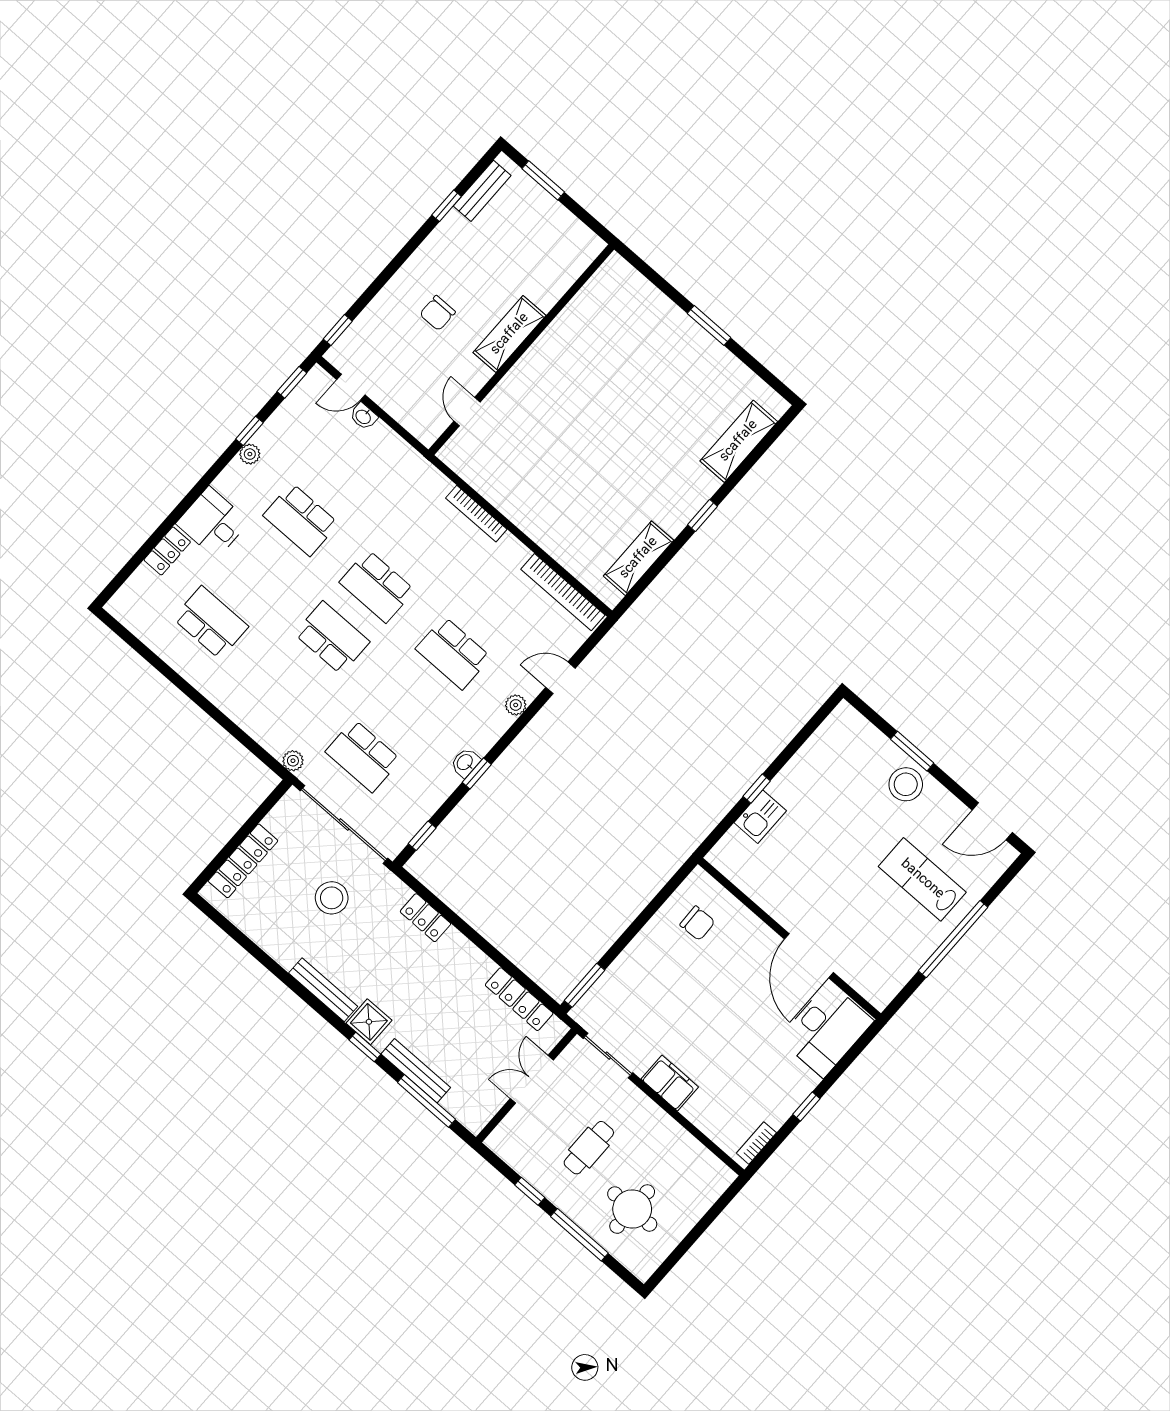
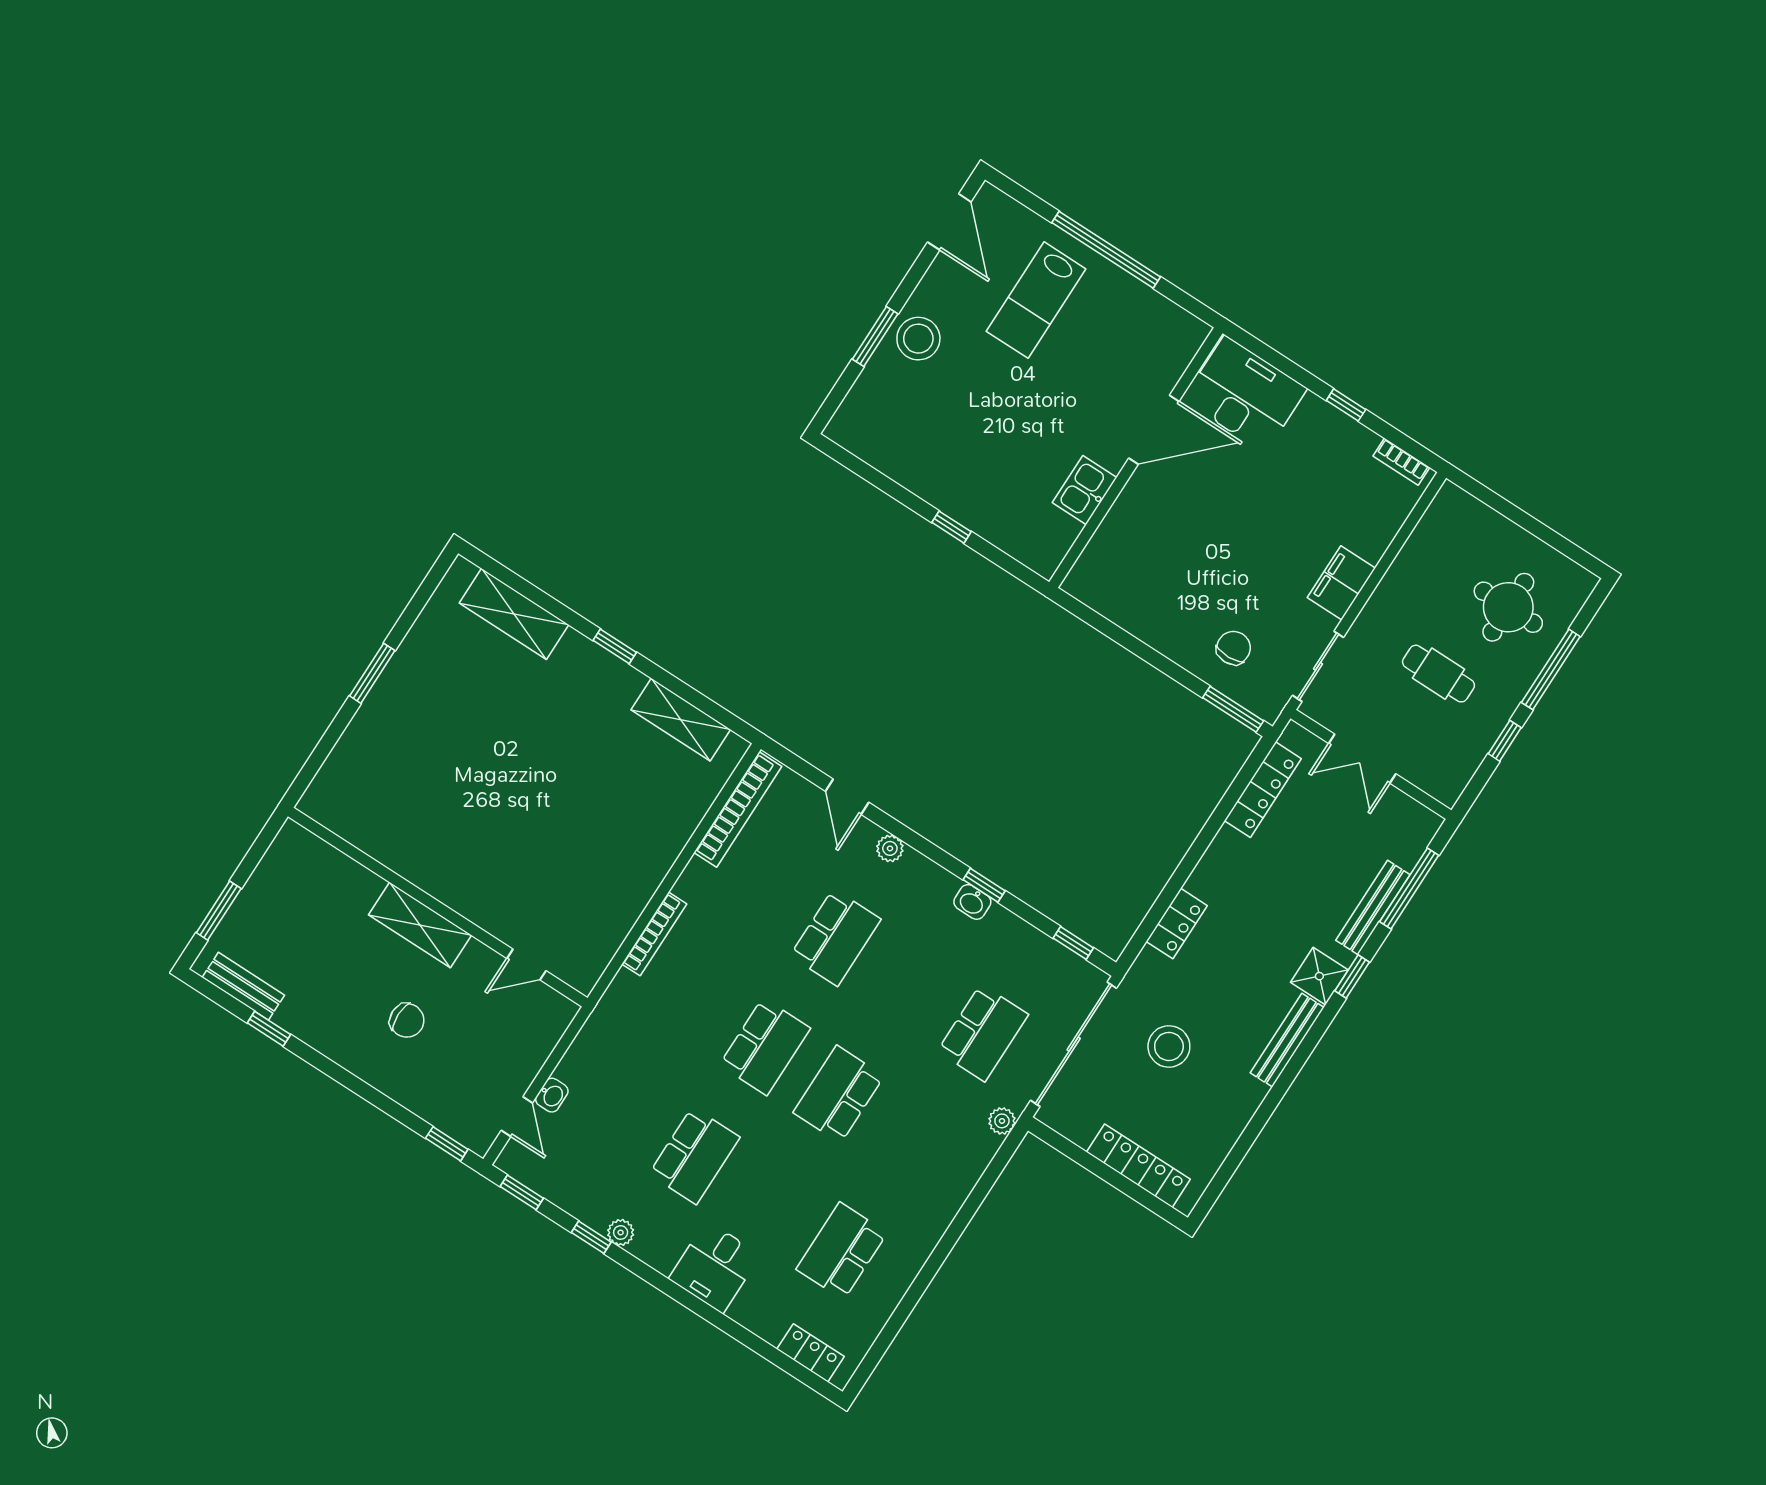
locker: (167, 551) -> (811, 1353), moved
kitchen sink: (760, 817) -> (1085, 490), moved, turned -90
chair: (697, 923) -> (1234, 648), moved

